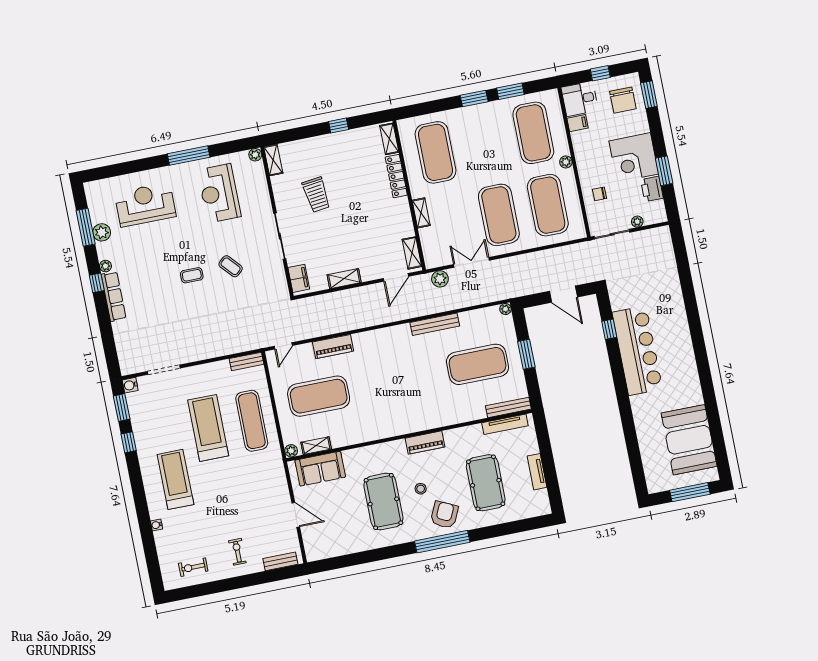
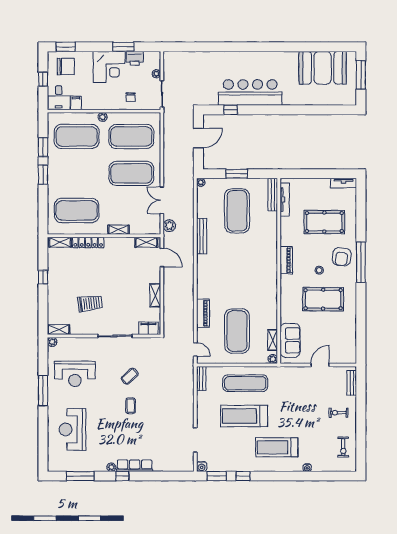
plant: (102, 232) -> (86, 465), removed
tv unit: (537, 472) -> (344, 183), moved
armchair: (444, 515) -> (342, 257), turned -109

